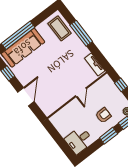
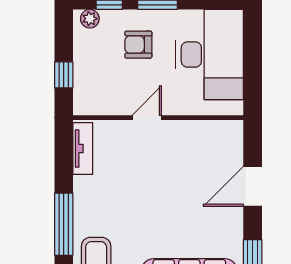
desk: (79, 140) -> (210, 54), width x1.87, depth x1.30

